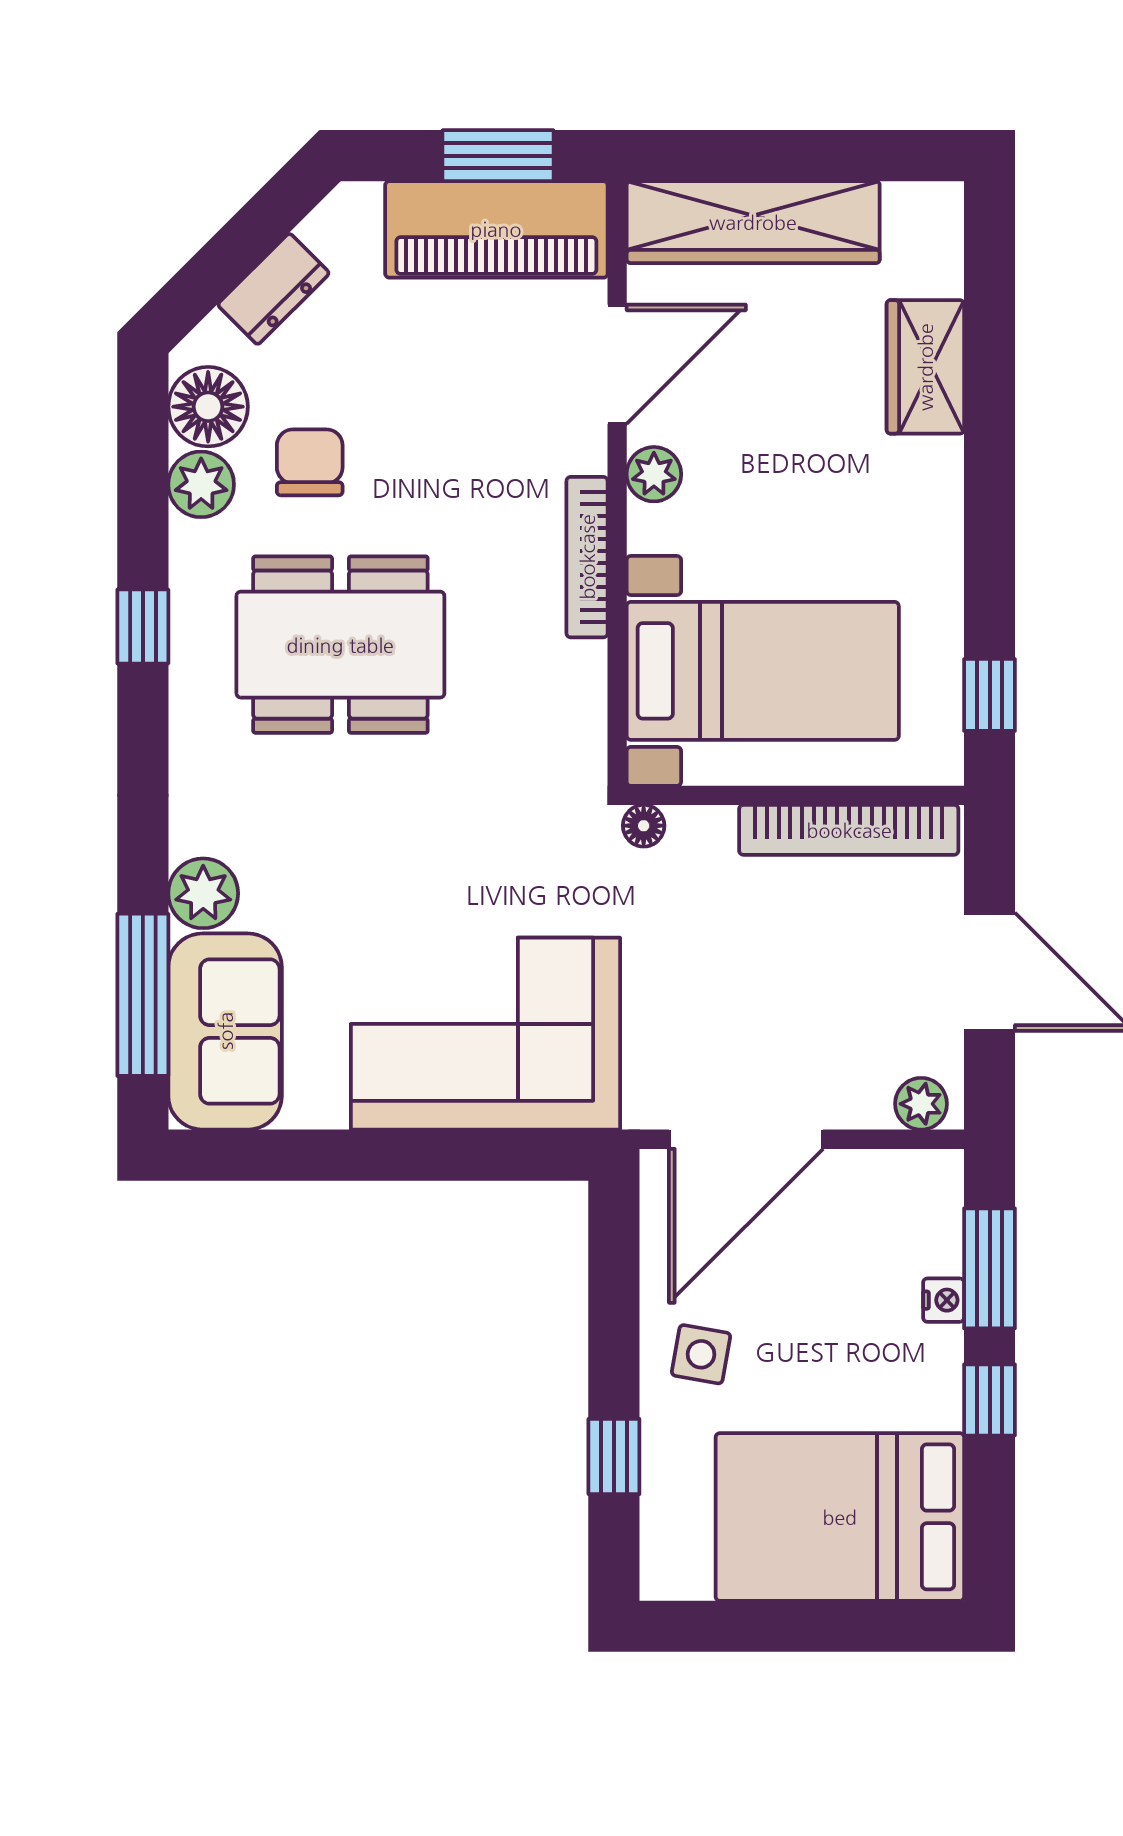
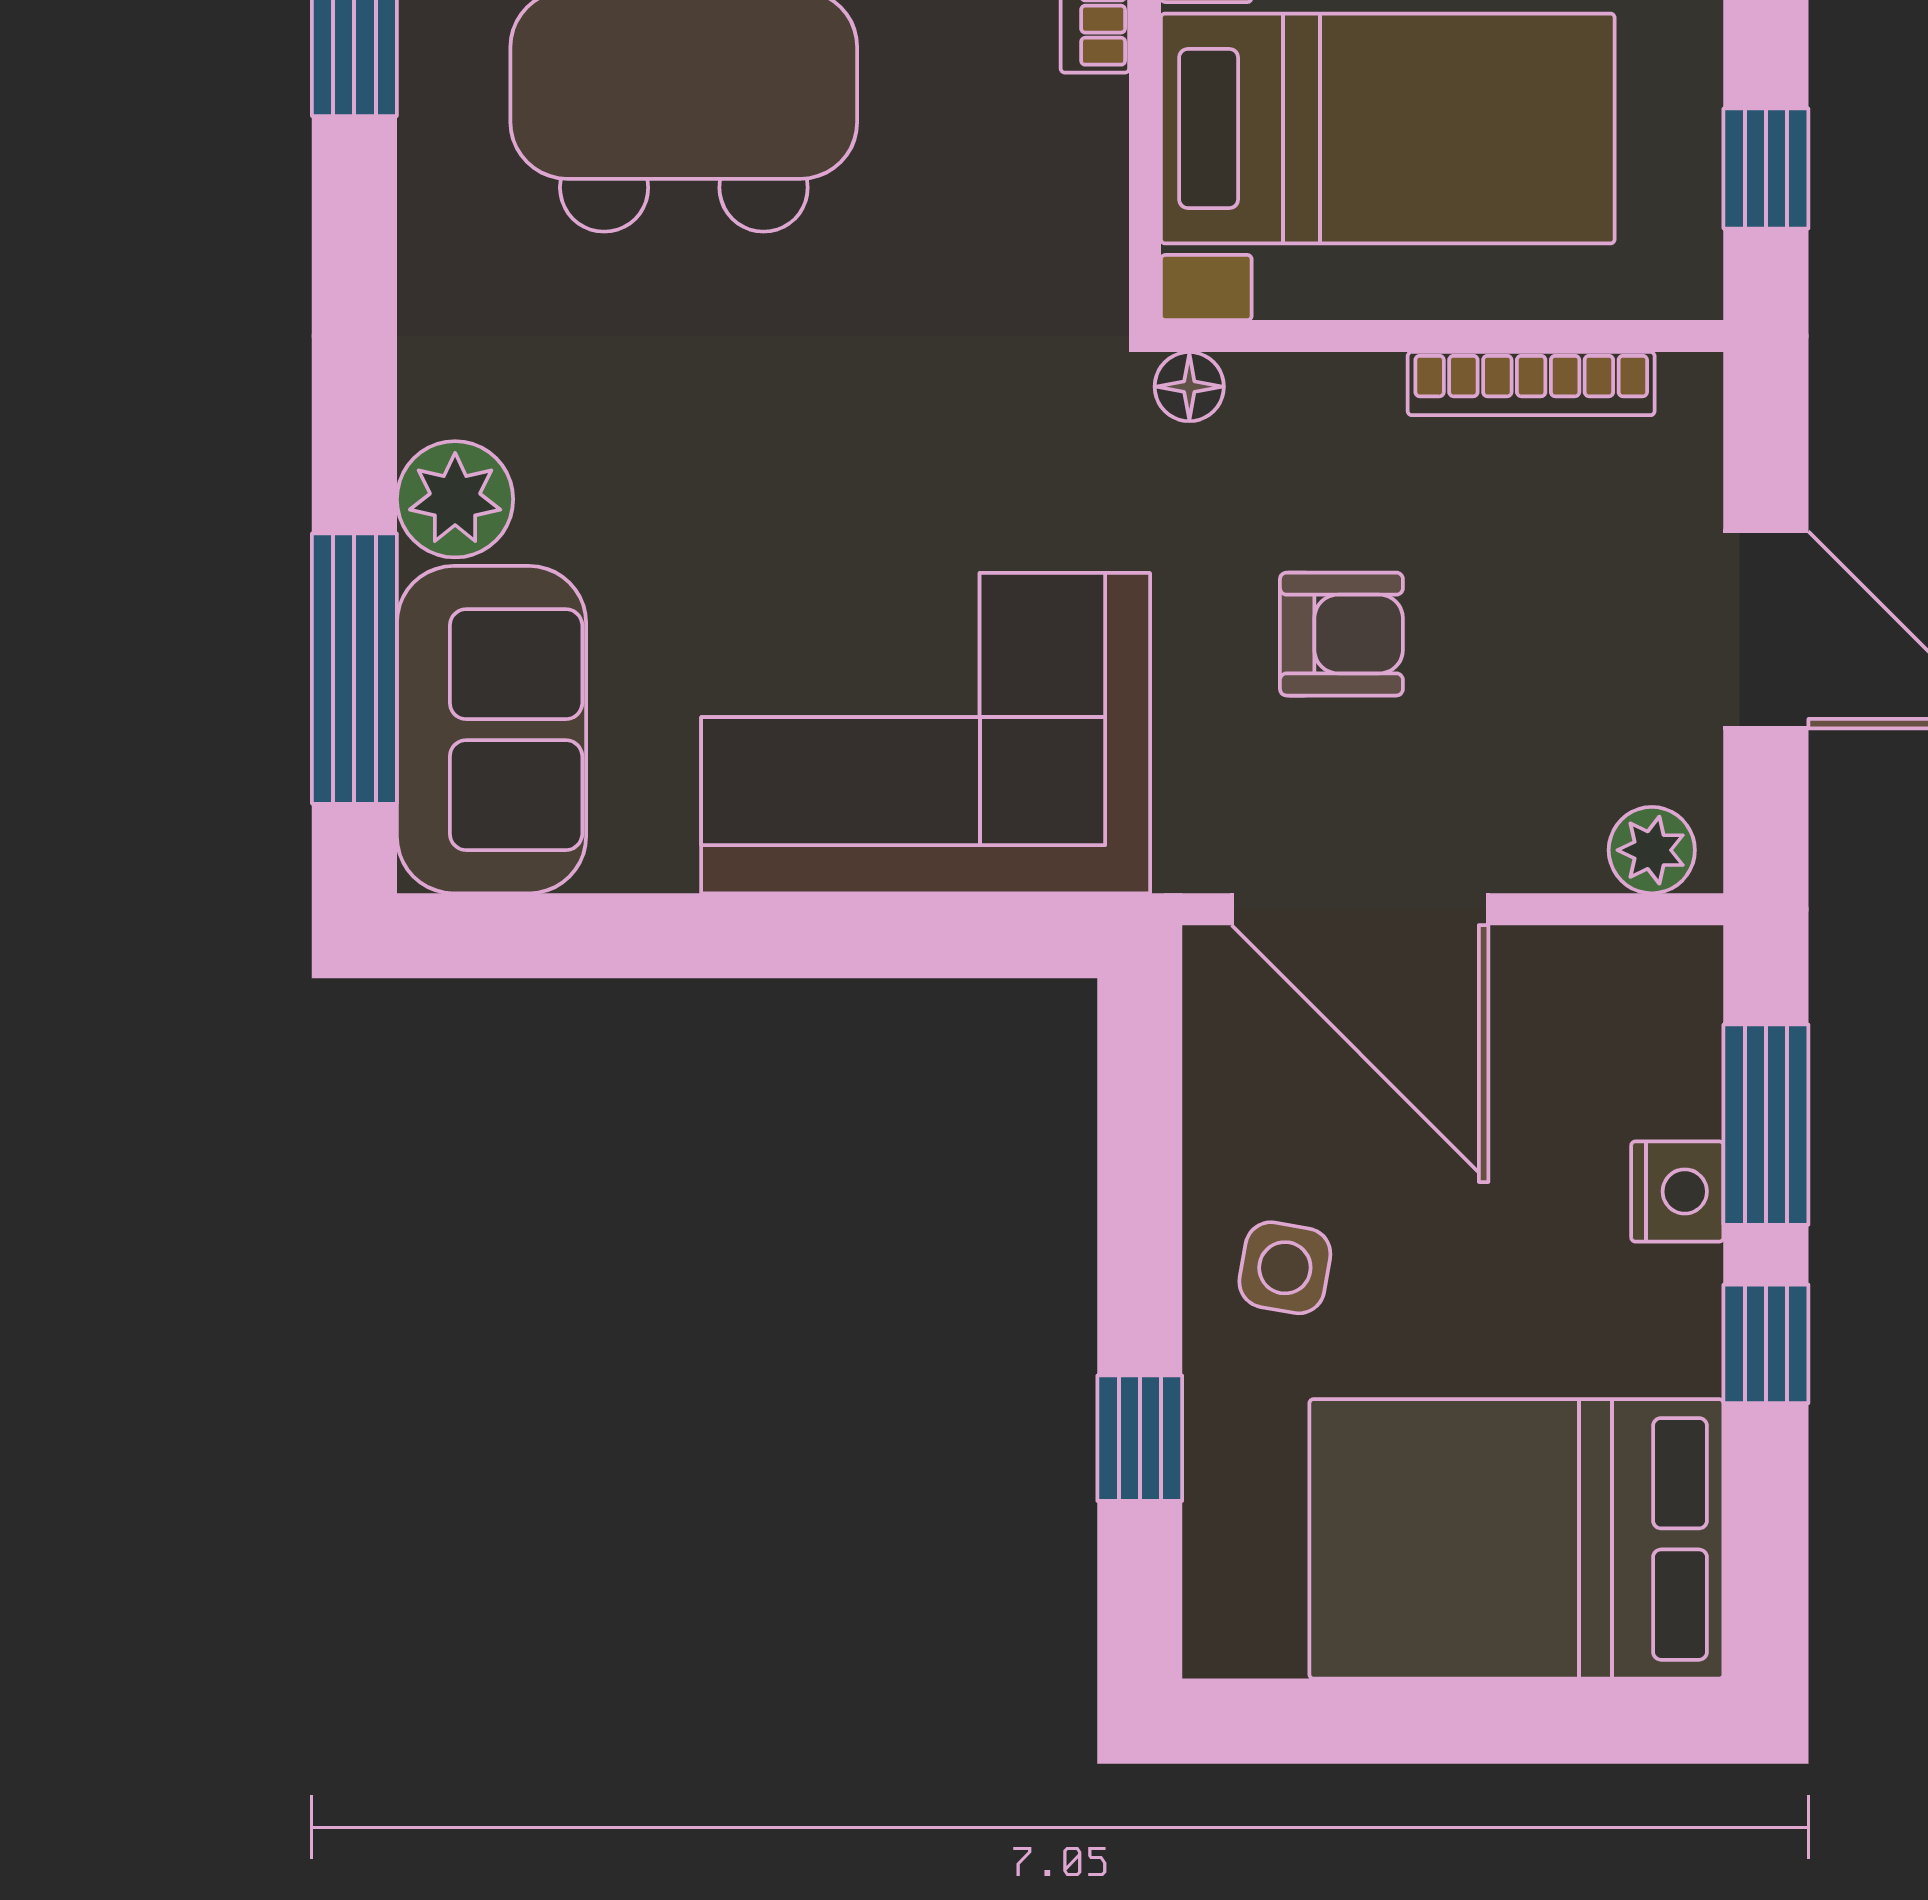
bookcase: (849, 830) -> (1531, 384), width x0.68, depth x0.76
armchair: (735, 974) -> (1341, 634), added
door: (746, 1139) -> (1360, 909), hinge flipped
nightstand: (944, 1300) -> (1677, 1191), width x1.39, depth x1.35

